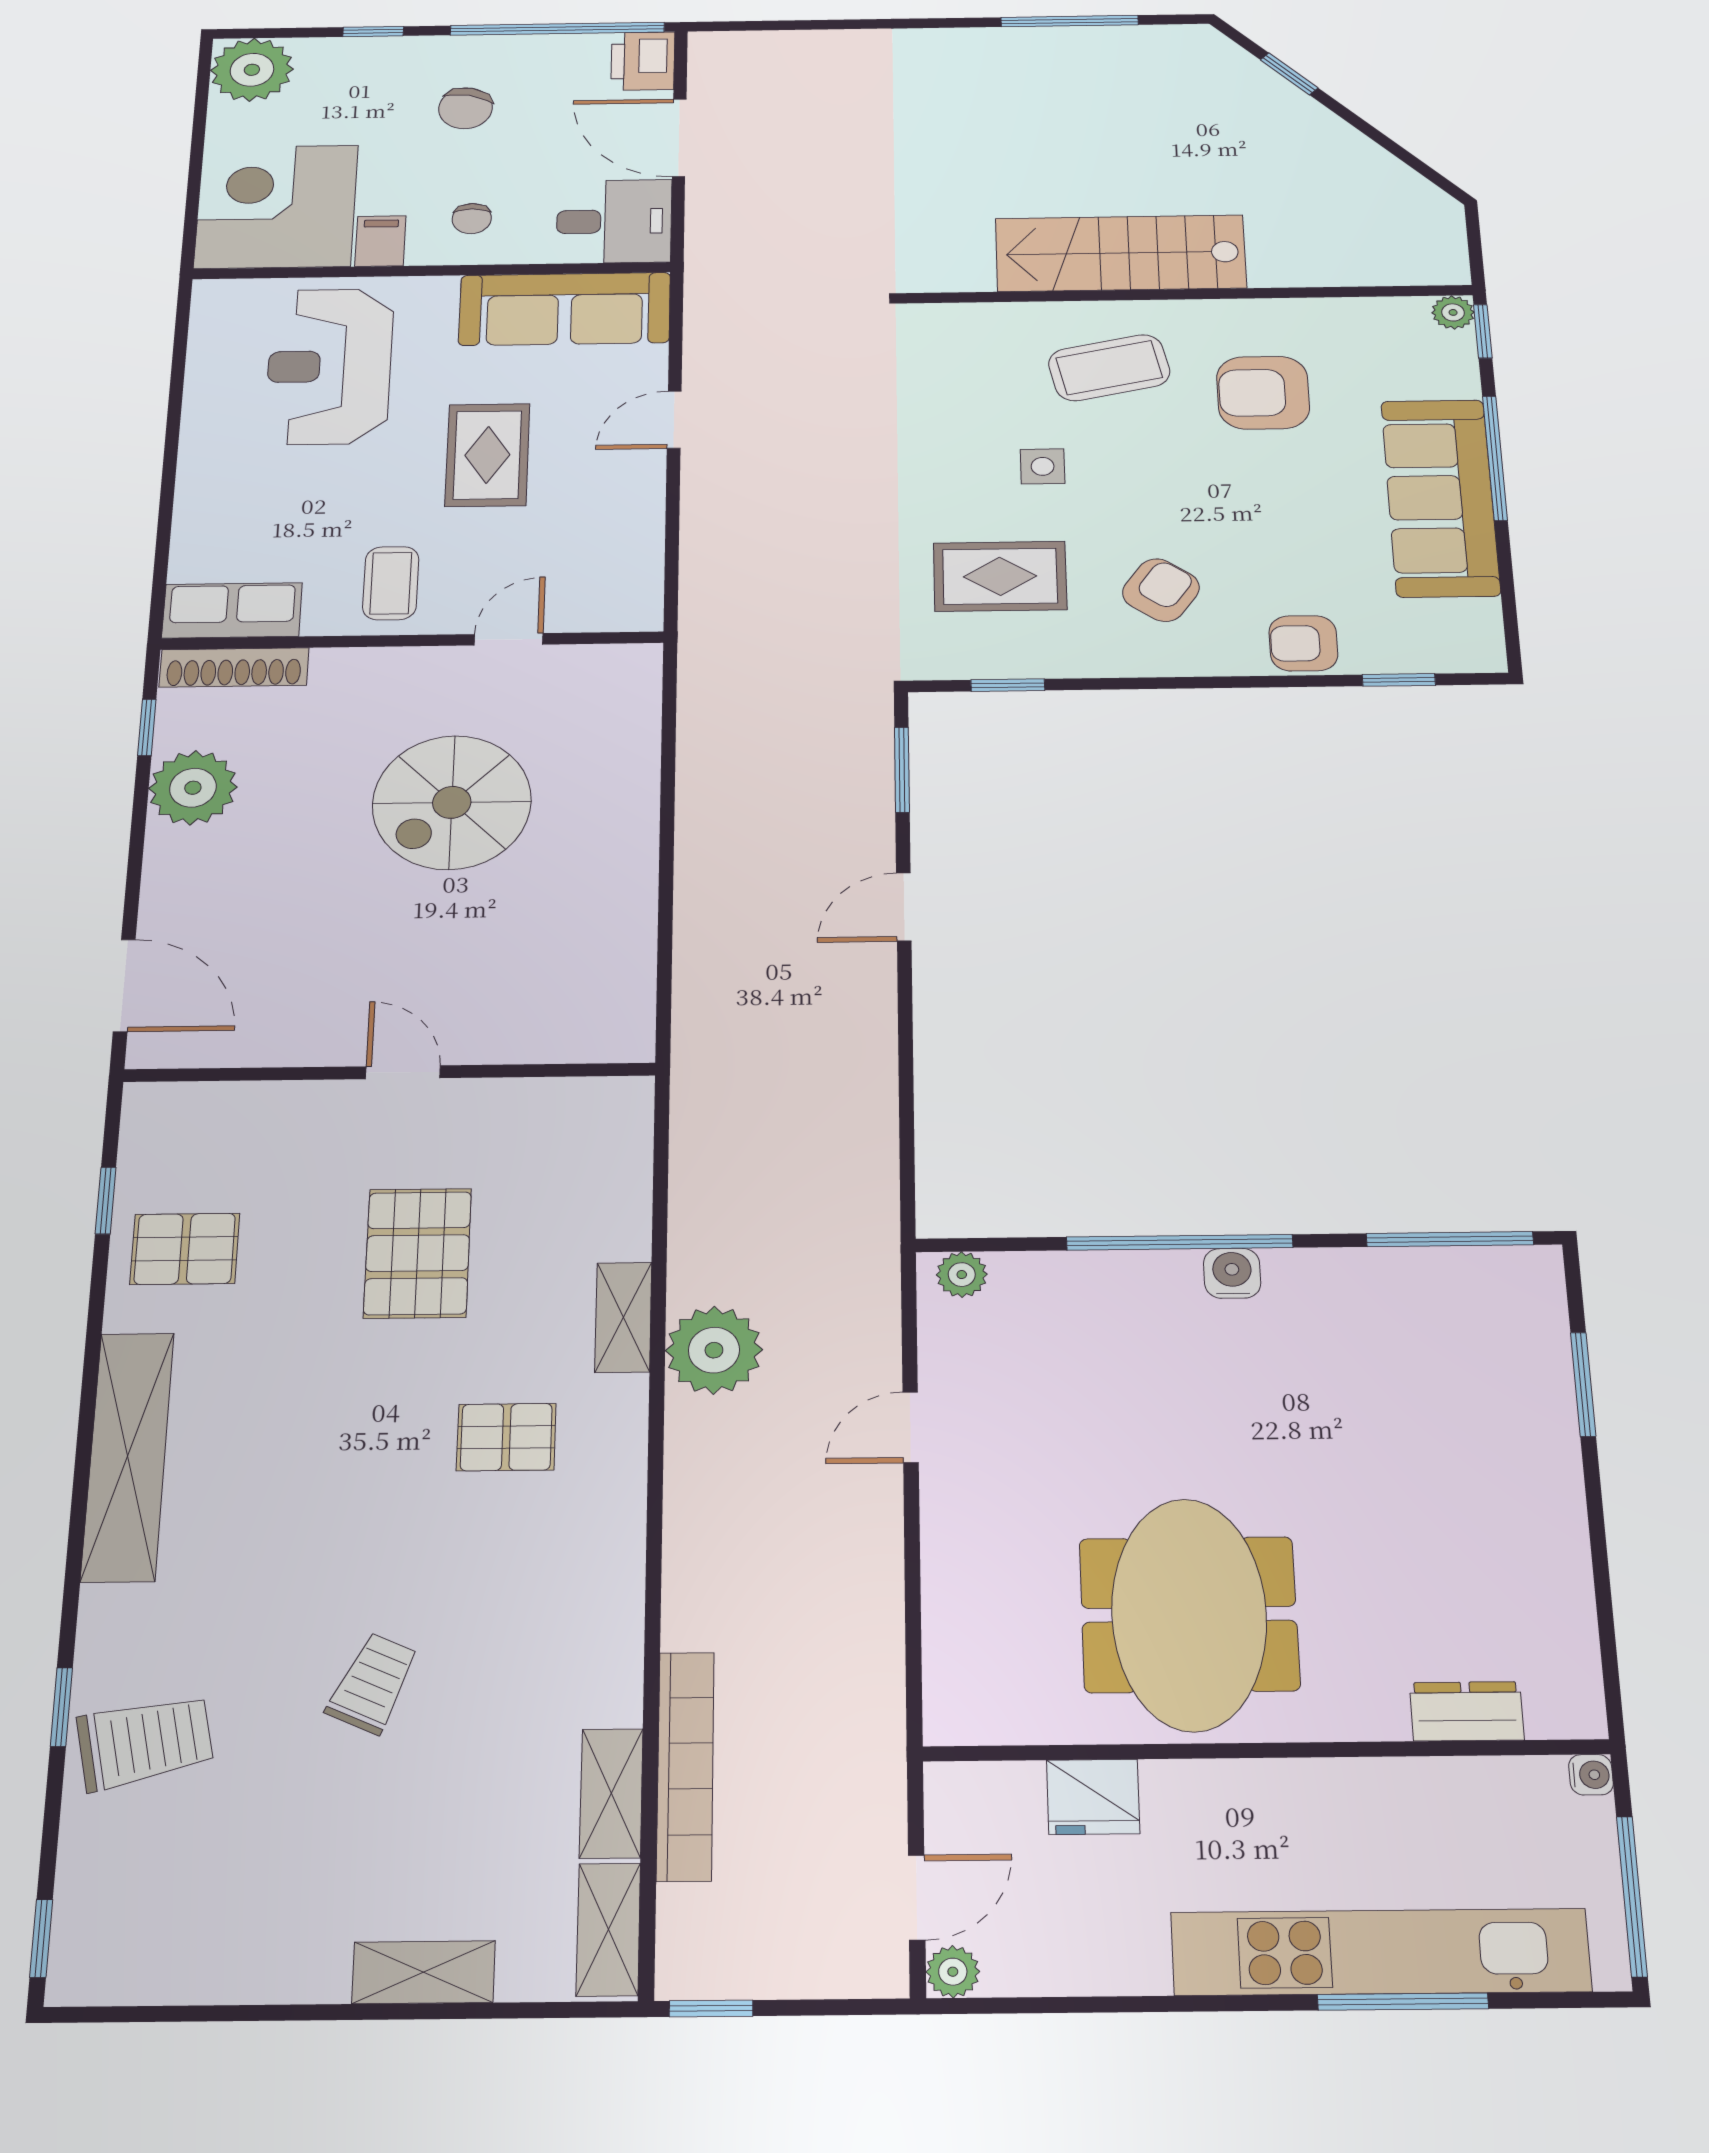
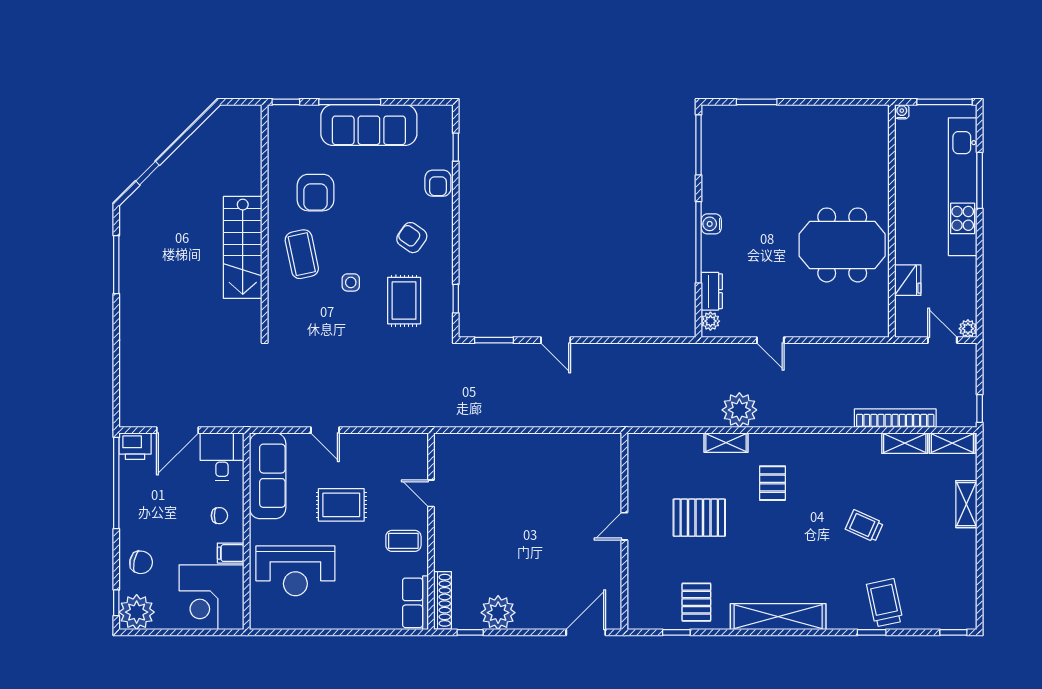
window: (373, 32) -> (116, 603), moved
chair: (466, 108) -> (141, 562), moved
plant: (1453, 312) -> (276, 113), removed
spiral stairs: (452, 802) -> (506, 513), removed
dresser: (1467, 1711) -> (712, 291), moved, turned 180

